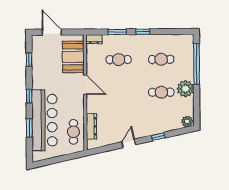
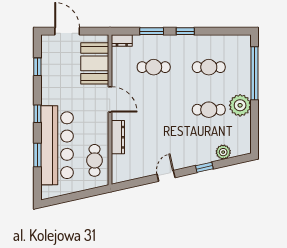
plant: (187, 121) -> (223, 152), moved
dresser: (91, 126) -> (118, 137), moved

